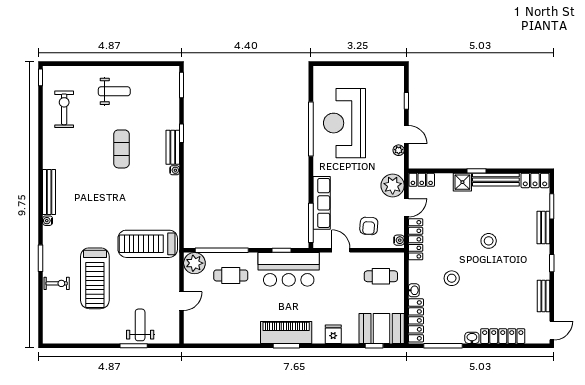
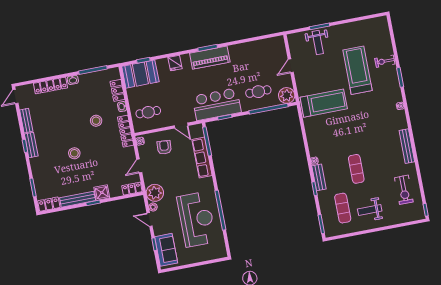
sofa: (392, 91) -> (166, 250), added
exercise mat: (149, 101) -> (343, 208), added
plant: (393, 186) -> (155, 193), moved
bench: (49, 192) -> (407, 146), moved
bench: (543, 227) -> (31, 145), moved
locker: (416, 239) -> (126, 131), moved
locker: (416, 320) -> (117, 90), width x0.66

